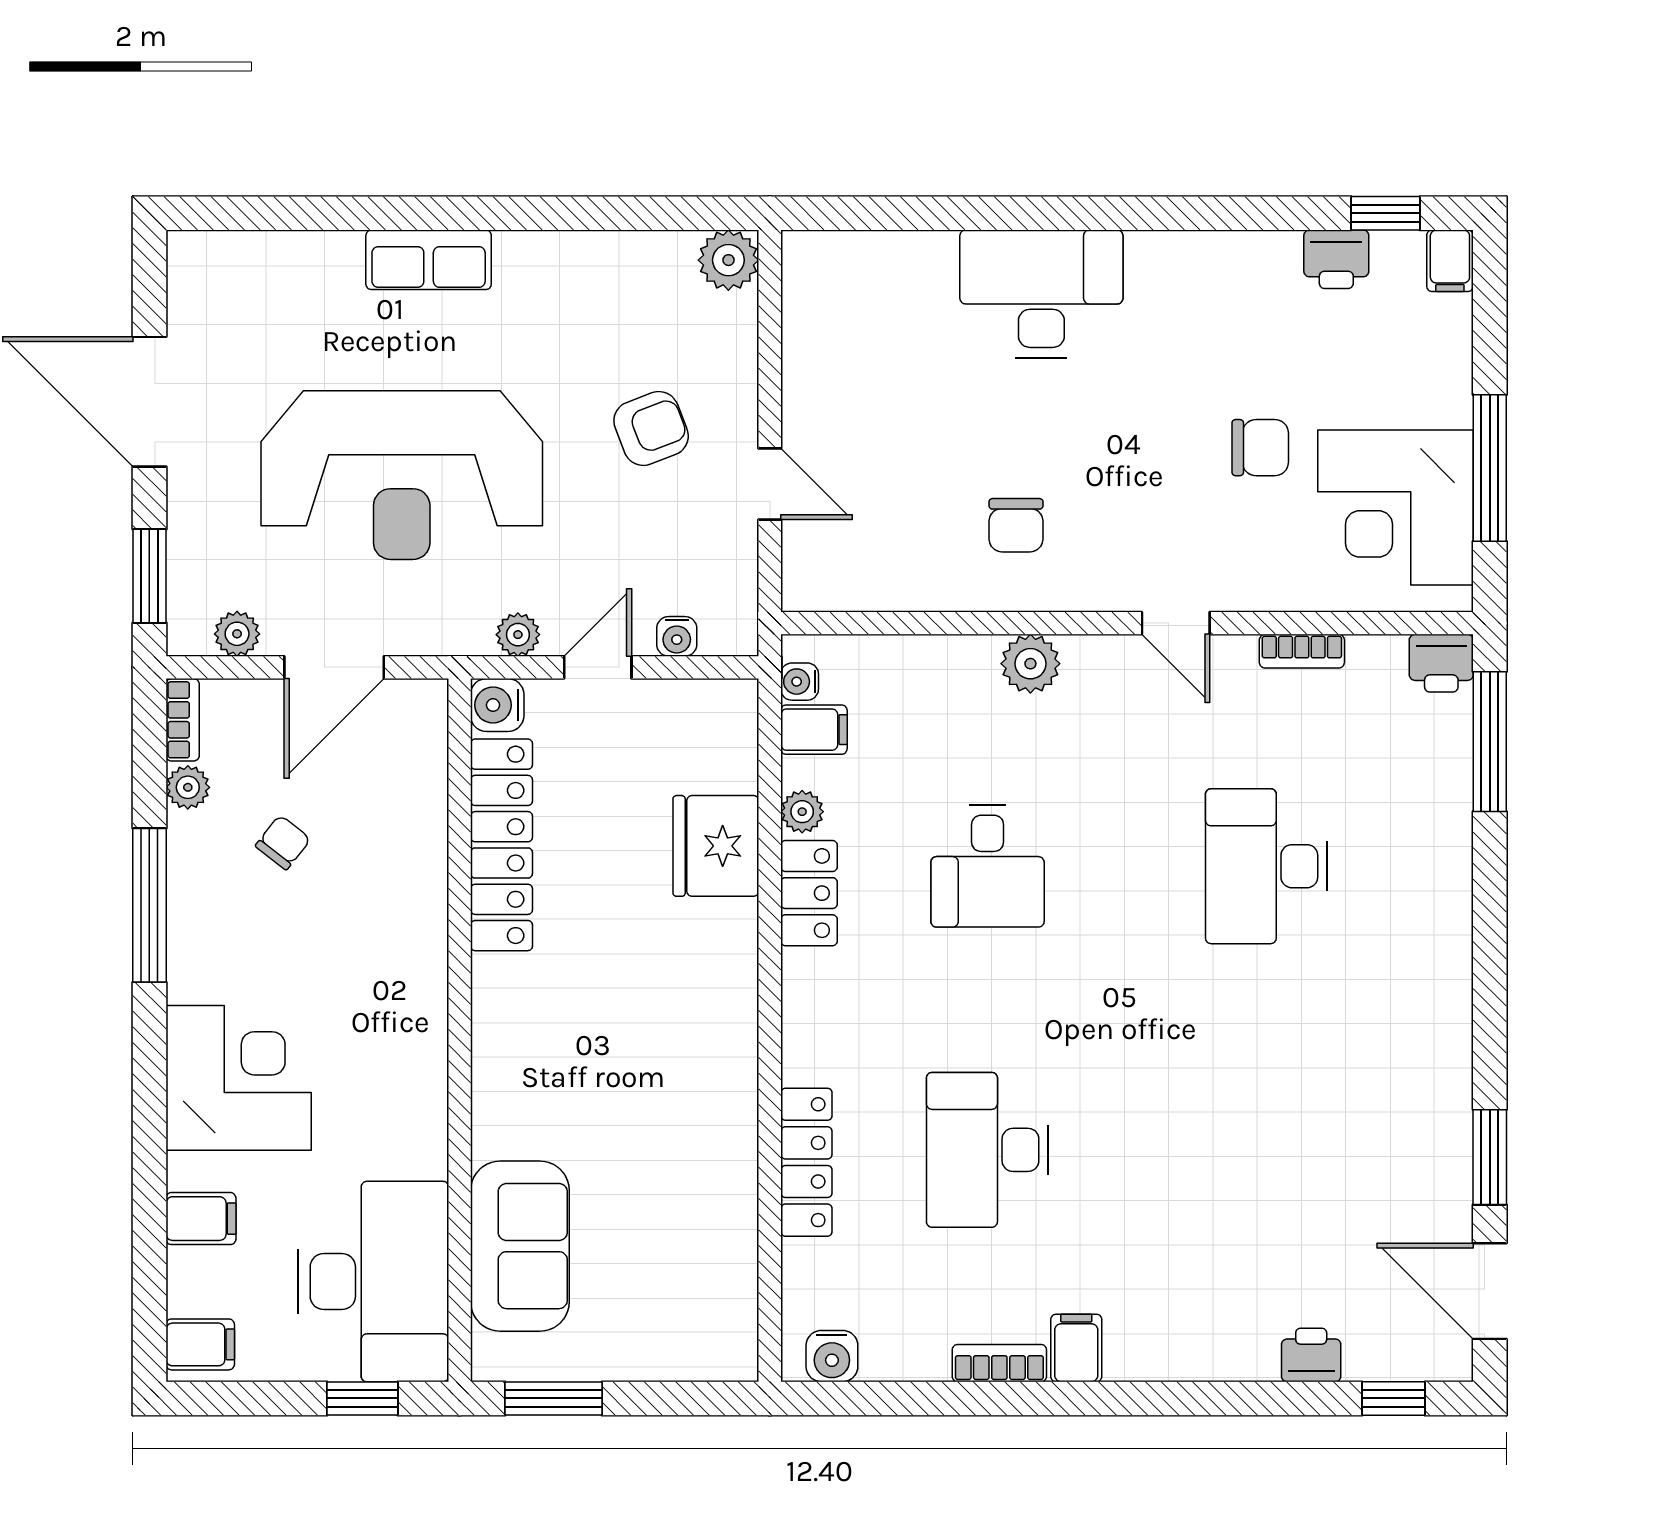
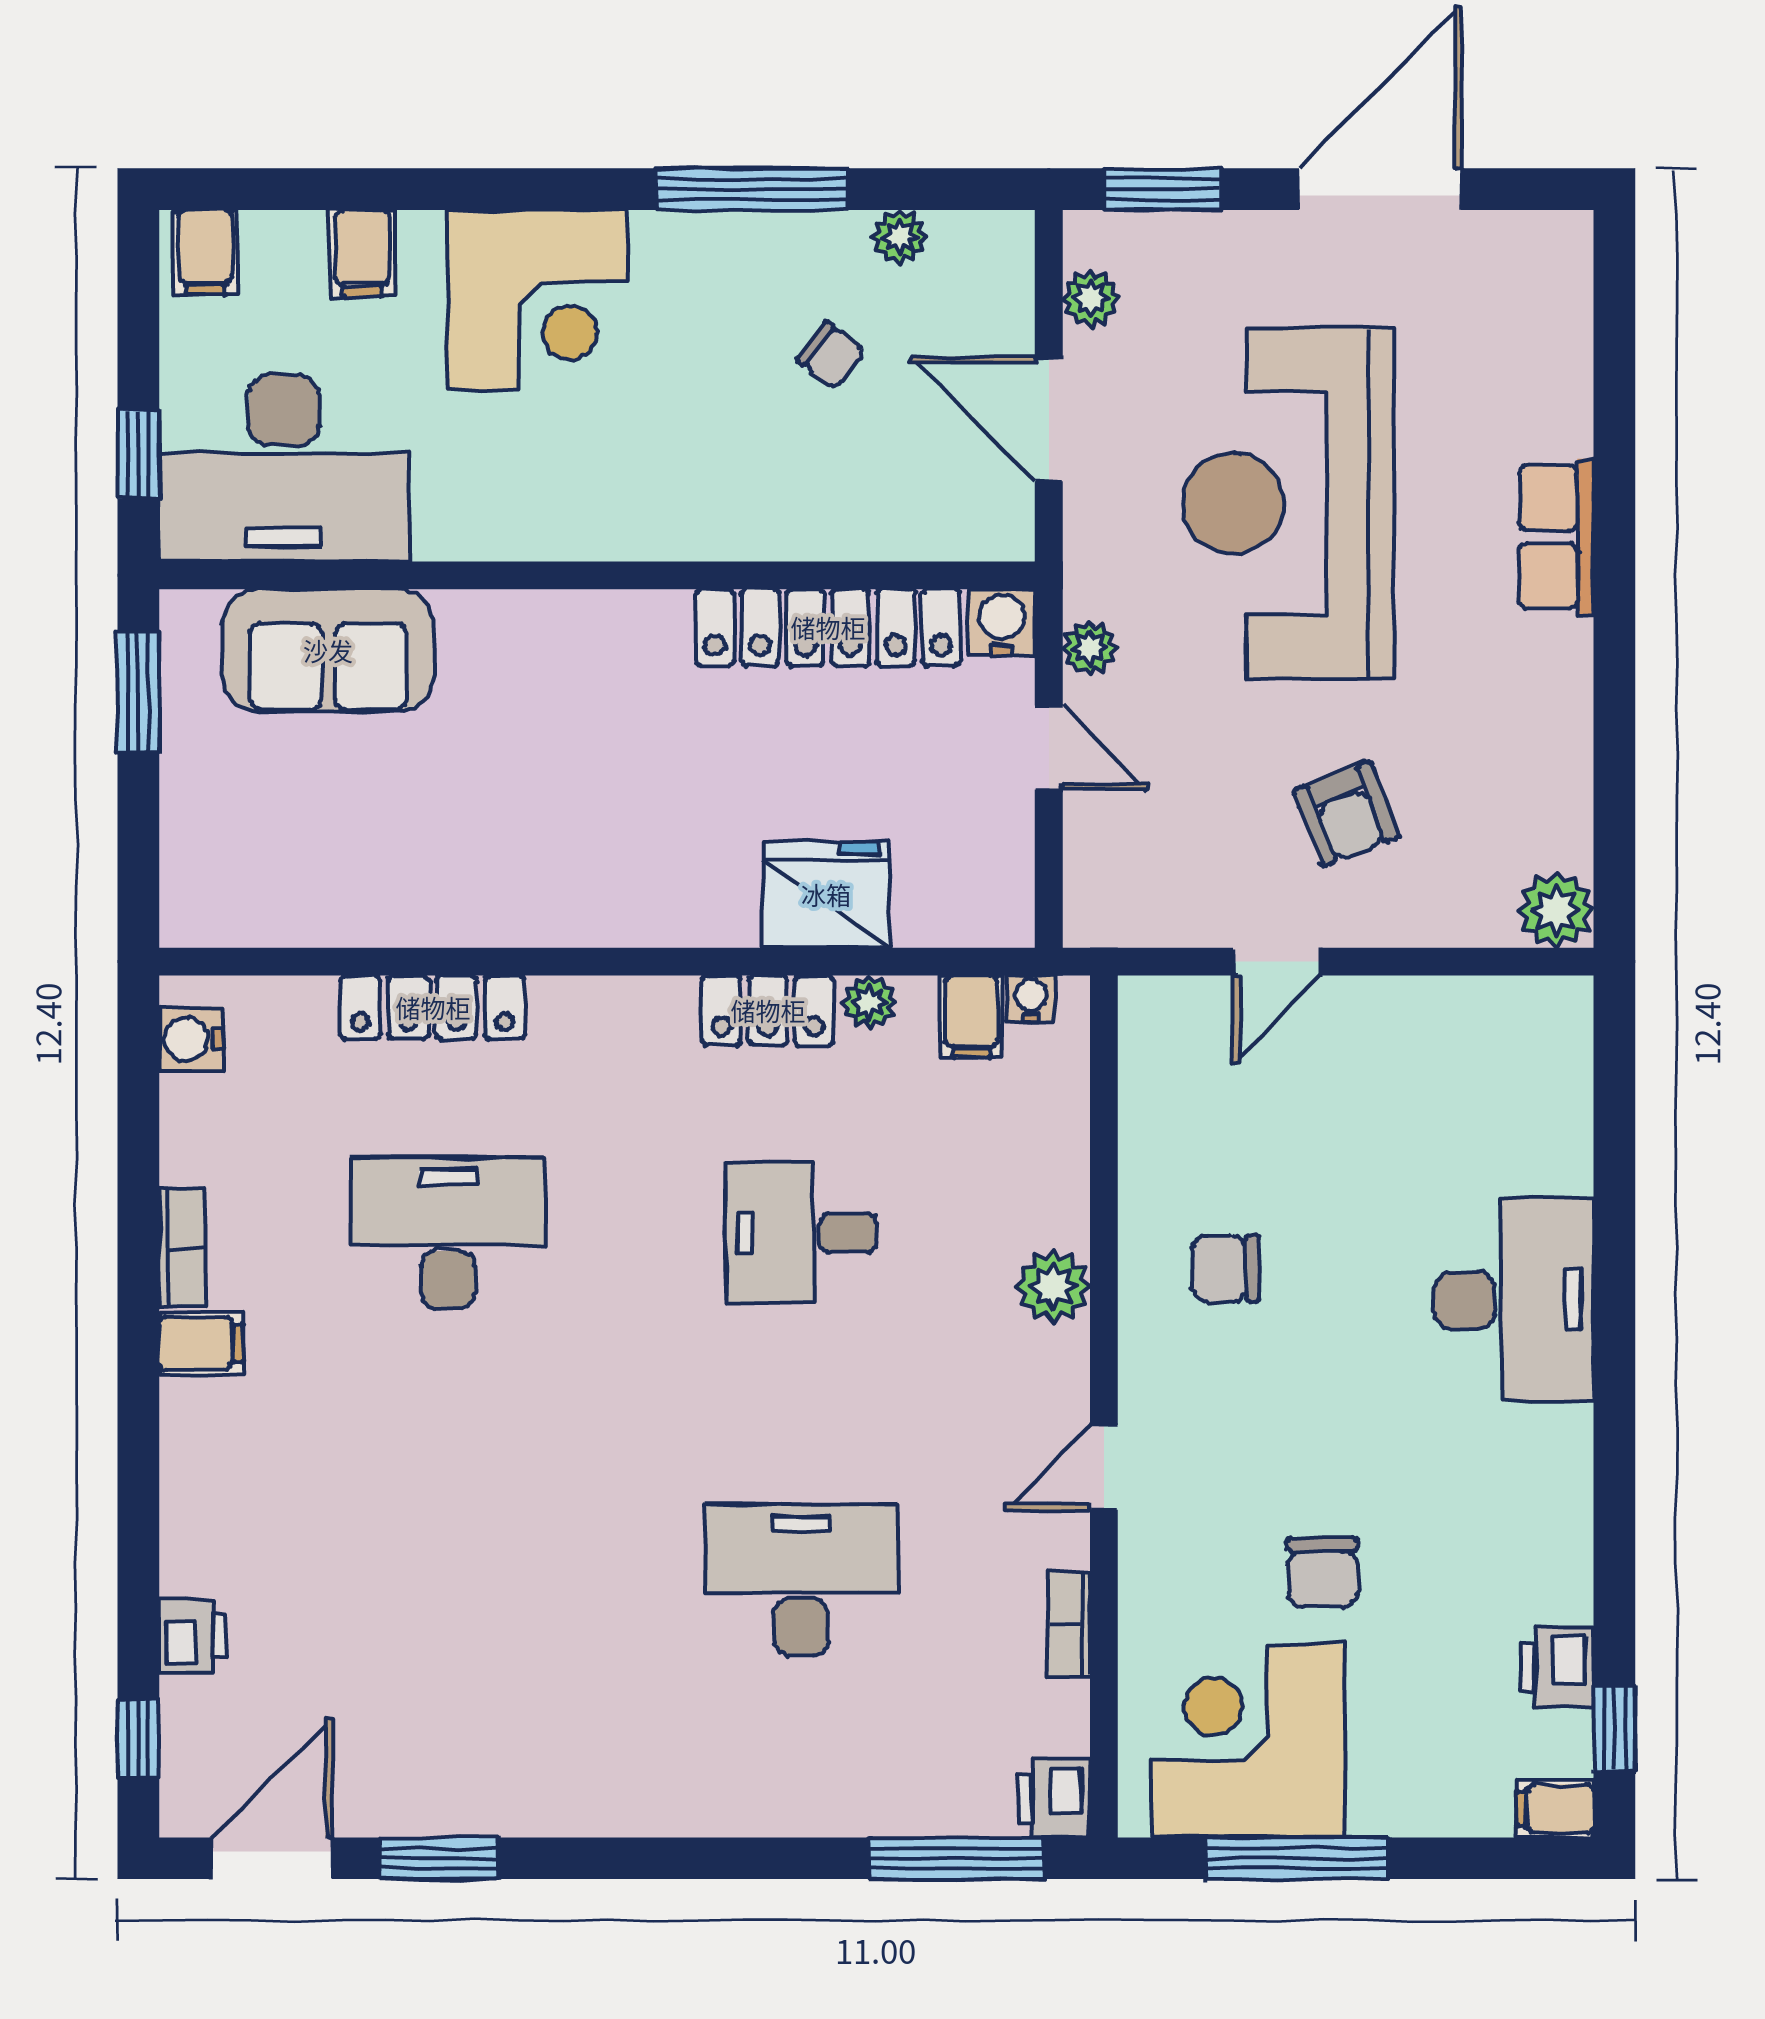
water cooler: (677, 636) -> (1087, 846), removed
bookcase: (183, 720) -> (984, 230), removed

